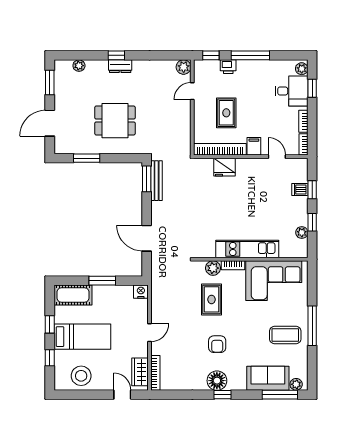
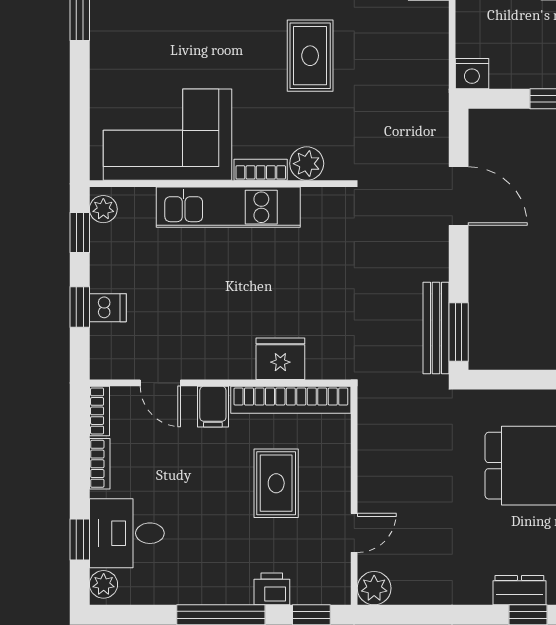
kitchen unit: (247, 249) -> (228, 207), moved
wall: (251, 259) -> (220, 184), moved
bookcase: (233, 265) -> (261, 170), moved
plant: (213, 268) -> (307, 164), moved
corner sofa: (274, 281) -> (167, 135), moved

